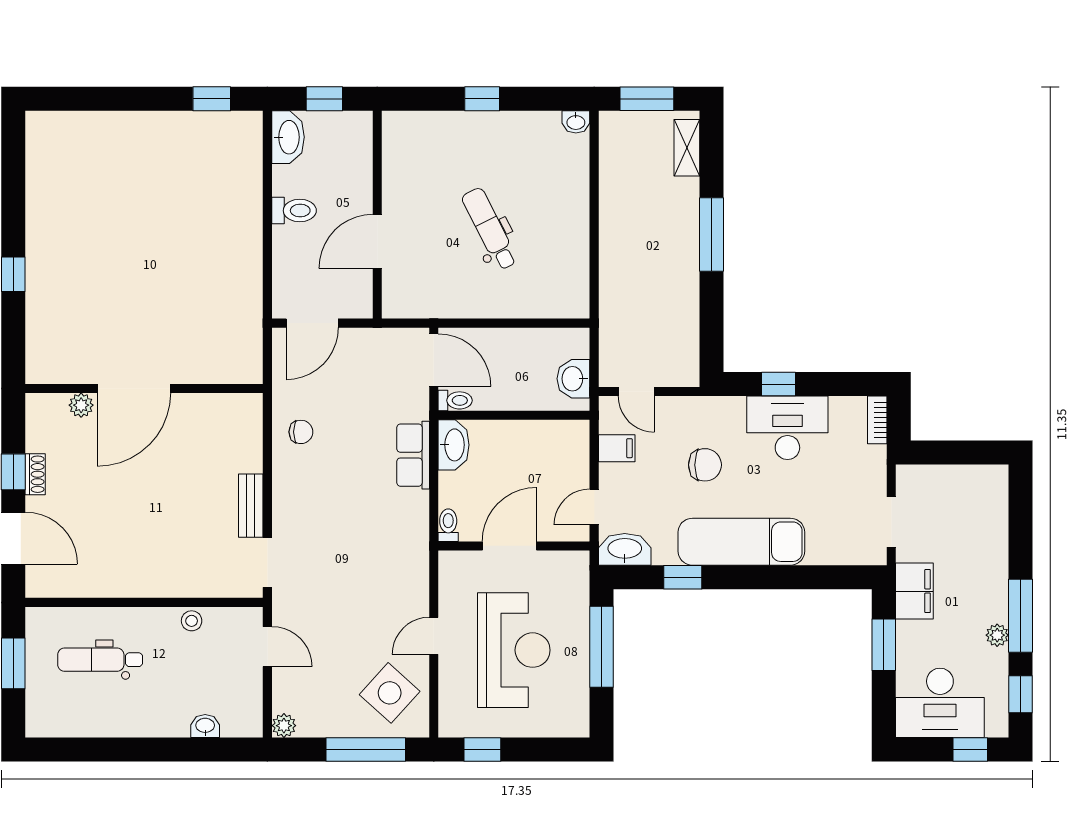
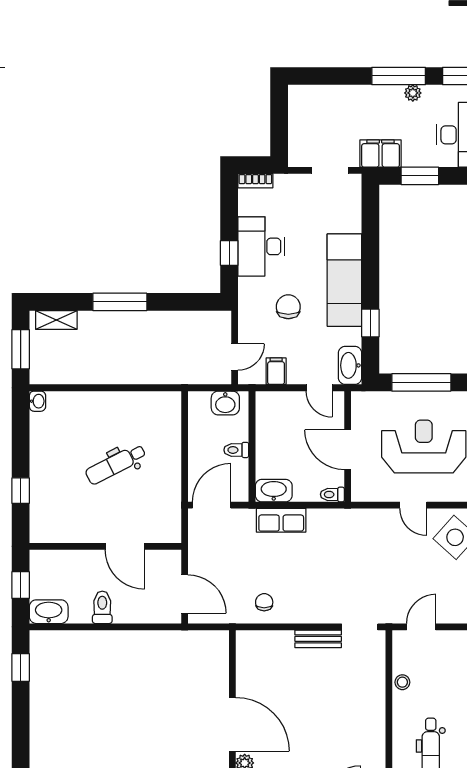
window: (482, 99) -> (21, 491), moved
toilet: (455, 400) -> (236, 450), moved, turned -90

